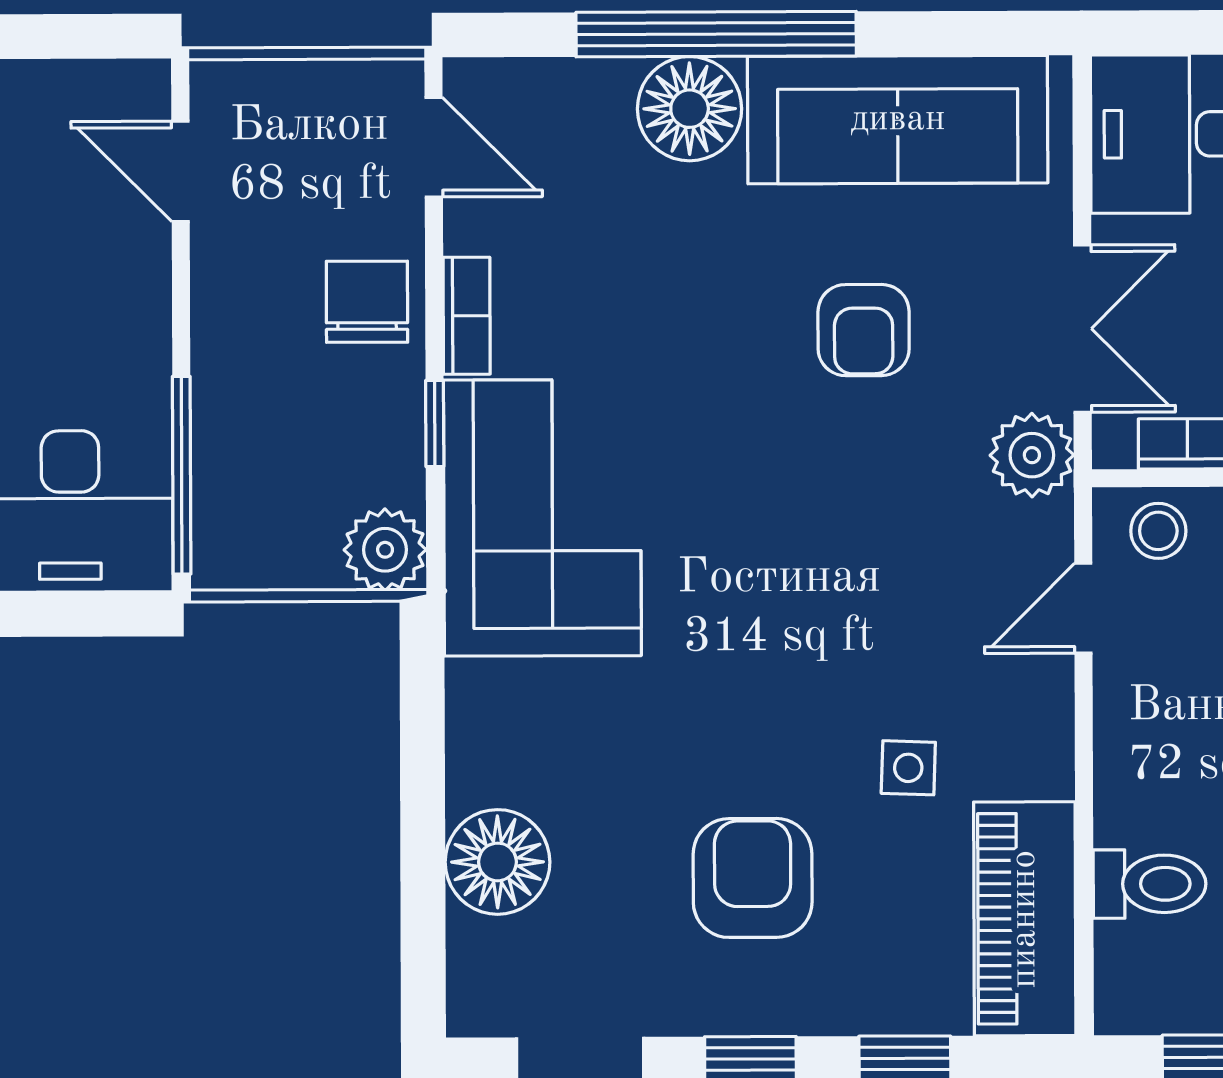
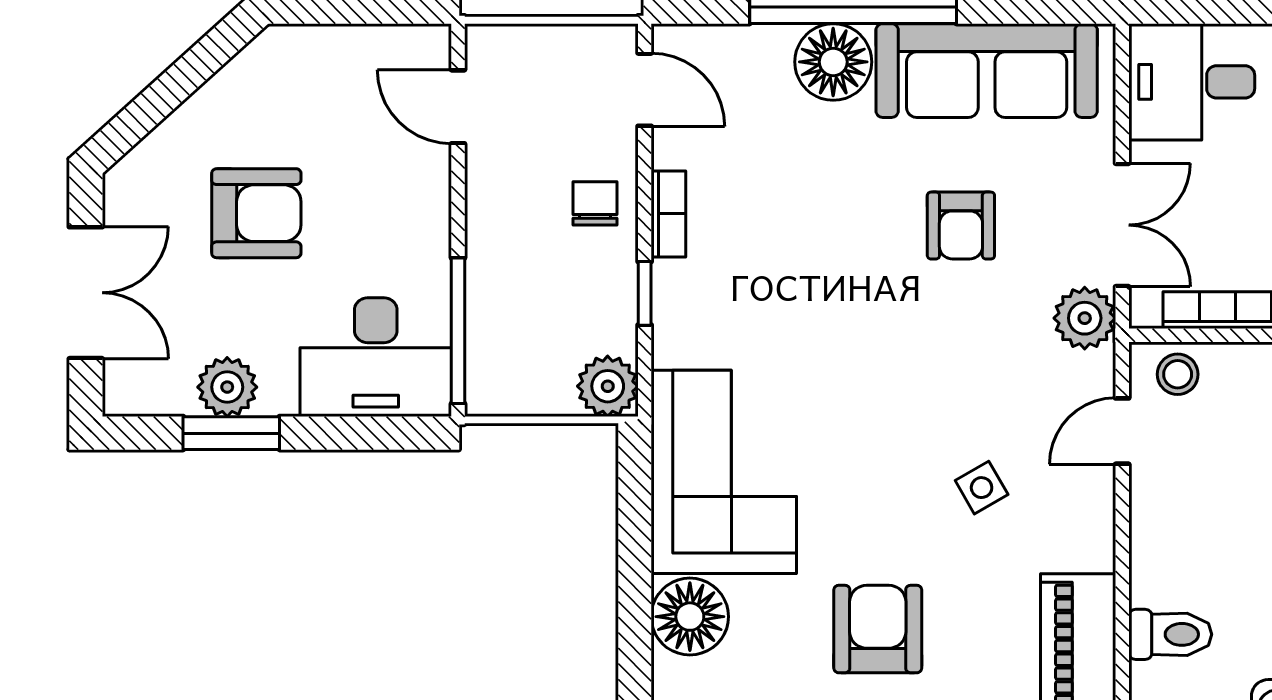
chair: (367, 302) -> (595, 203), width x0.73, depth x0.73
corner sofa: (542, 518) -> (724, 472), moved
side table: (908, 768) -> (982, 488), moved, turned -32

